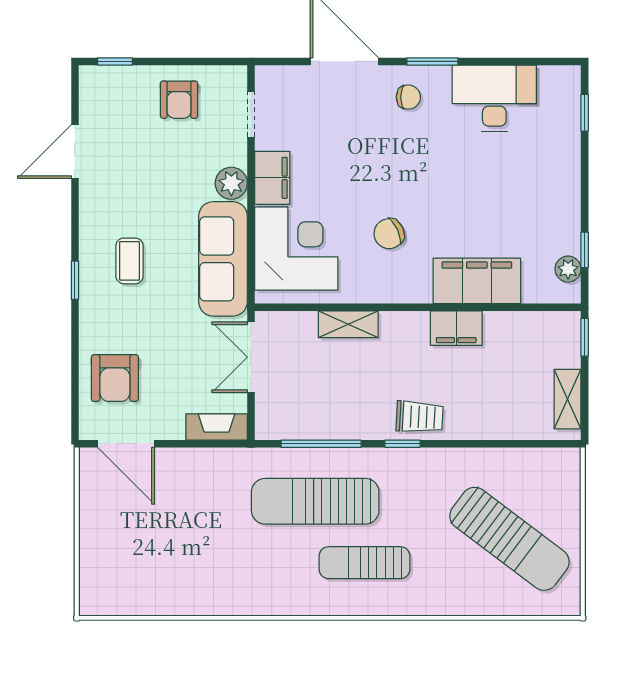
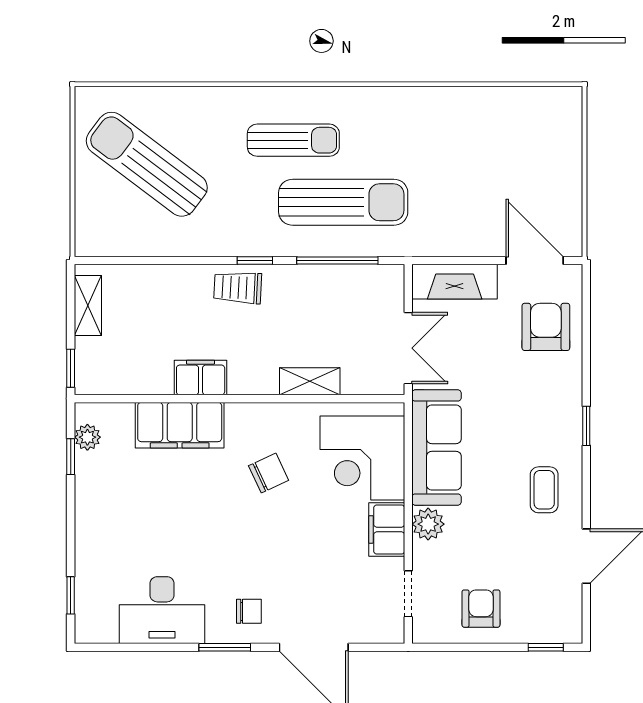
chair: (408, 97) -> (249, 611), turned 180
coffee table: (130, 261) -> (544, 490), moved
fireplace: (217, 427) -> (455, 282), width x1.37, depth x1.32

